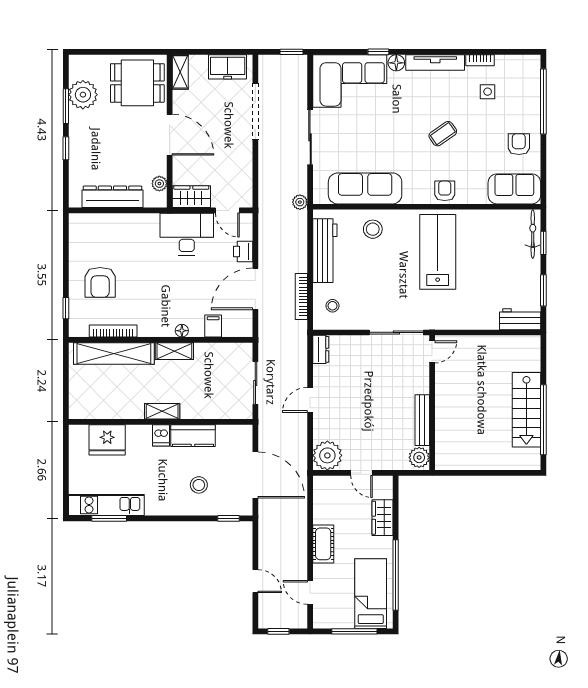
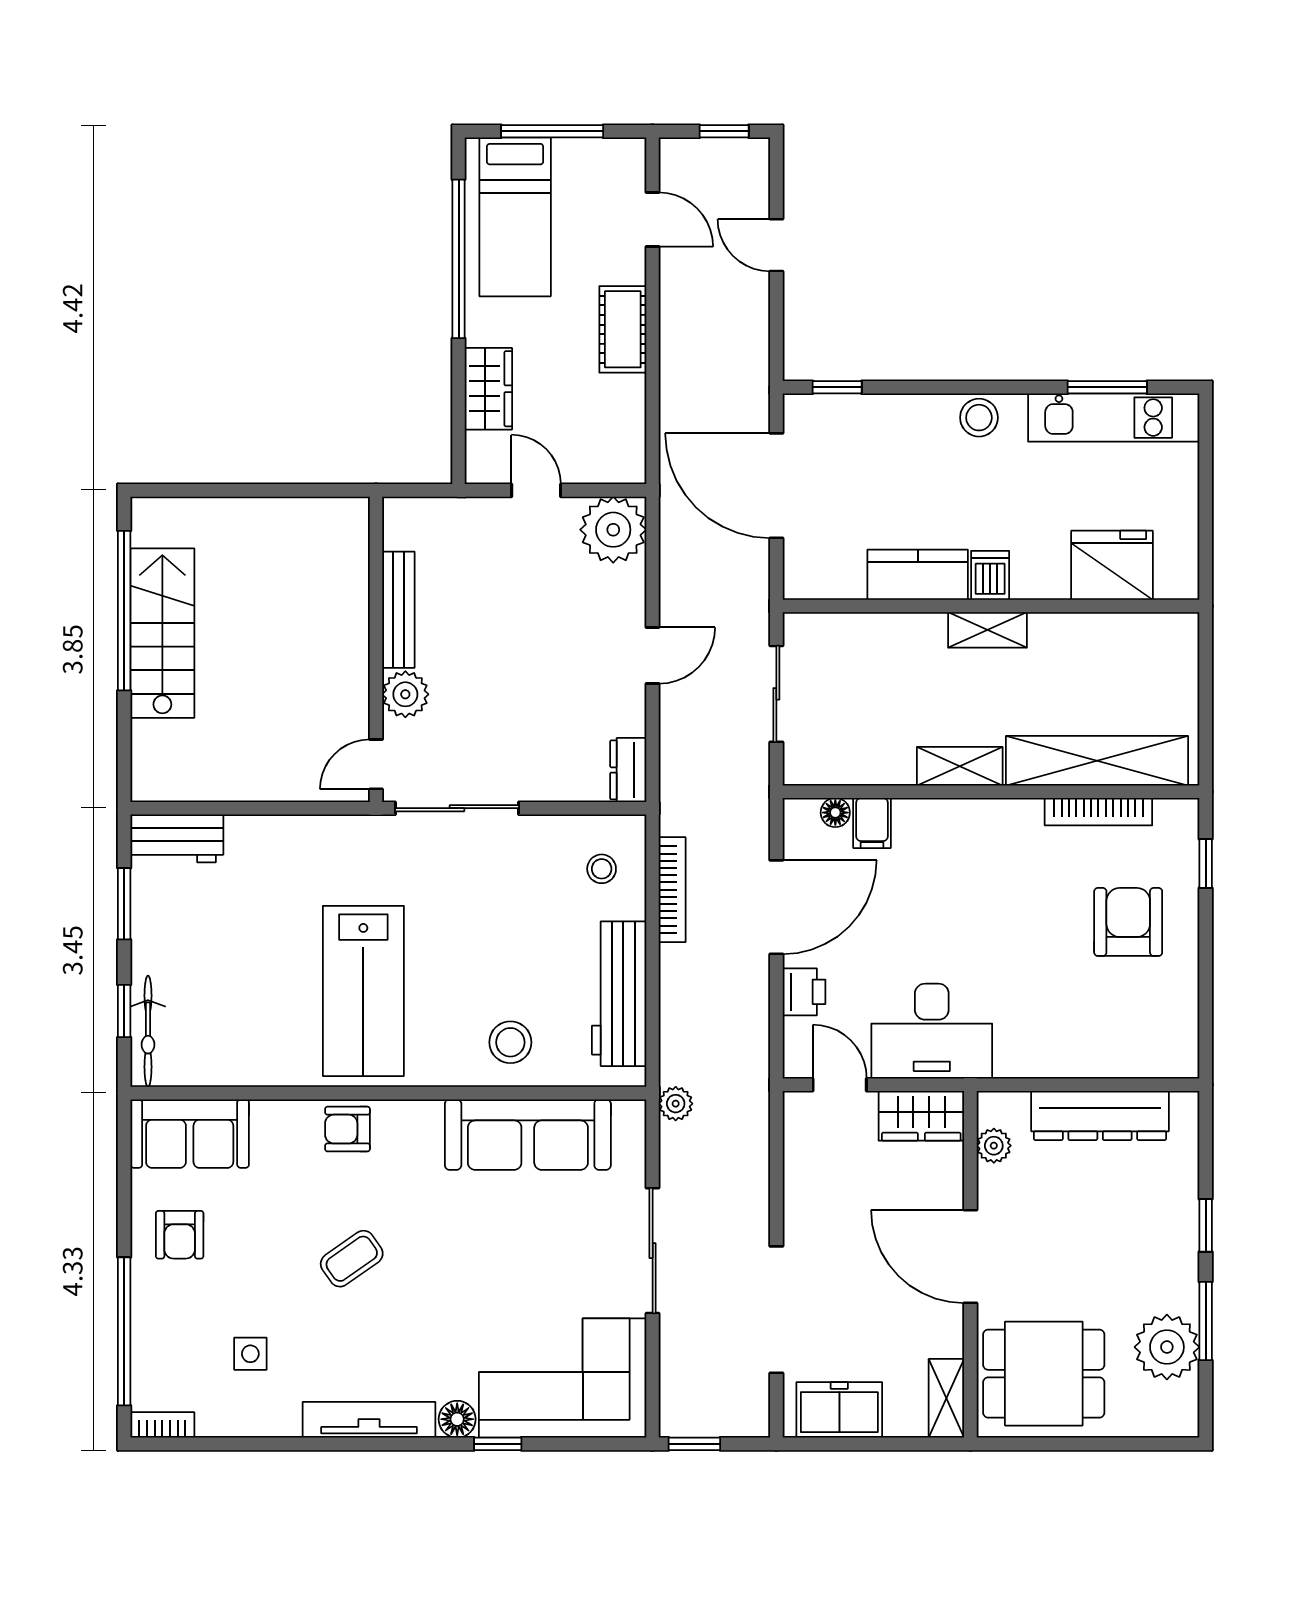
bookcase: (480, 60) -> (162, 1425), moved
armchair: (445, 191) -> (347, 1129), turned 90
floor lamp: (182, 331) -> (835, 813), moved
plant: (419, 457) -> (405, 694), moved
stool: (199, 485) -> (979, 418), moved

